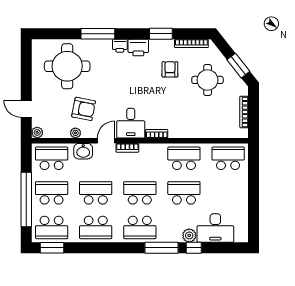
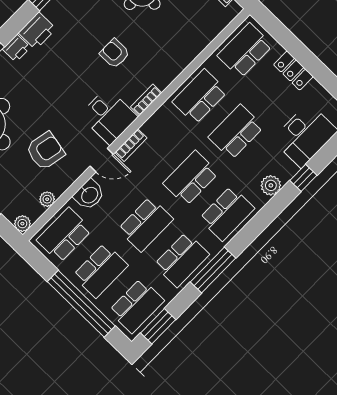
armchair: (170, 69) -> (115, 53), moved
plant: (75, 133) -> (47, 199), moved
door: (106, 141) -> (102, 160), swing flipped
locker: (241, 192) -> (293, 71), added
school desk: (52, 193) -> (100, 270), turned 180
school desk: (96, 193) -> (146, 224), turned 180
plant: (189, 235) -> (271, 185), moved
window: (161, 248) -> (213, 270), moved

